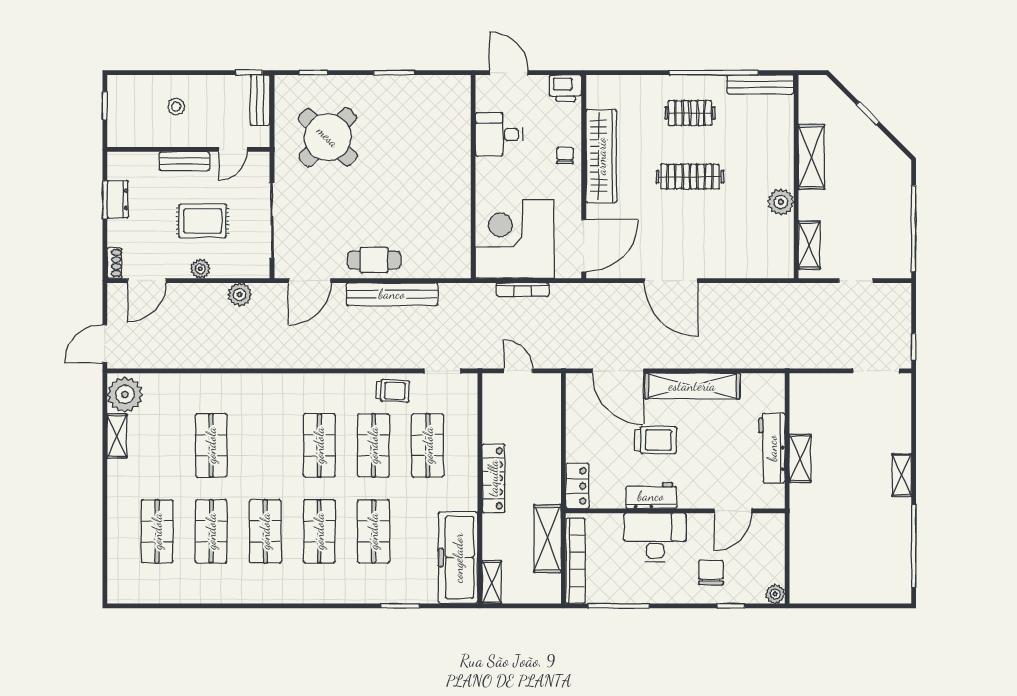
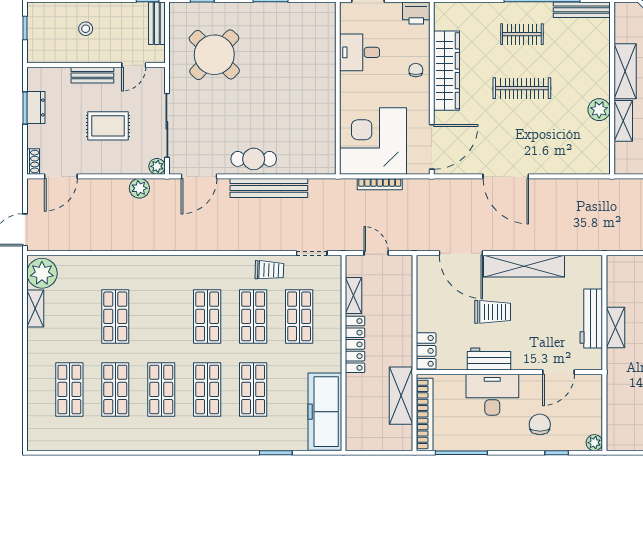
shelving: (809, 245) -> (623, 121), moved
plant: (200, 269) -> (157, 166), moved
shelving: (492, 582) -> (354, 295), moved

